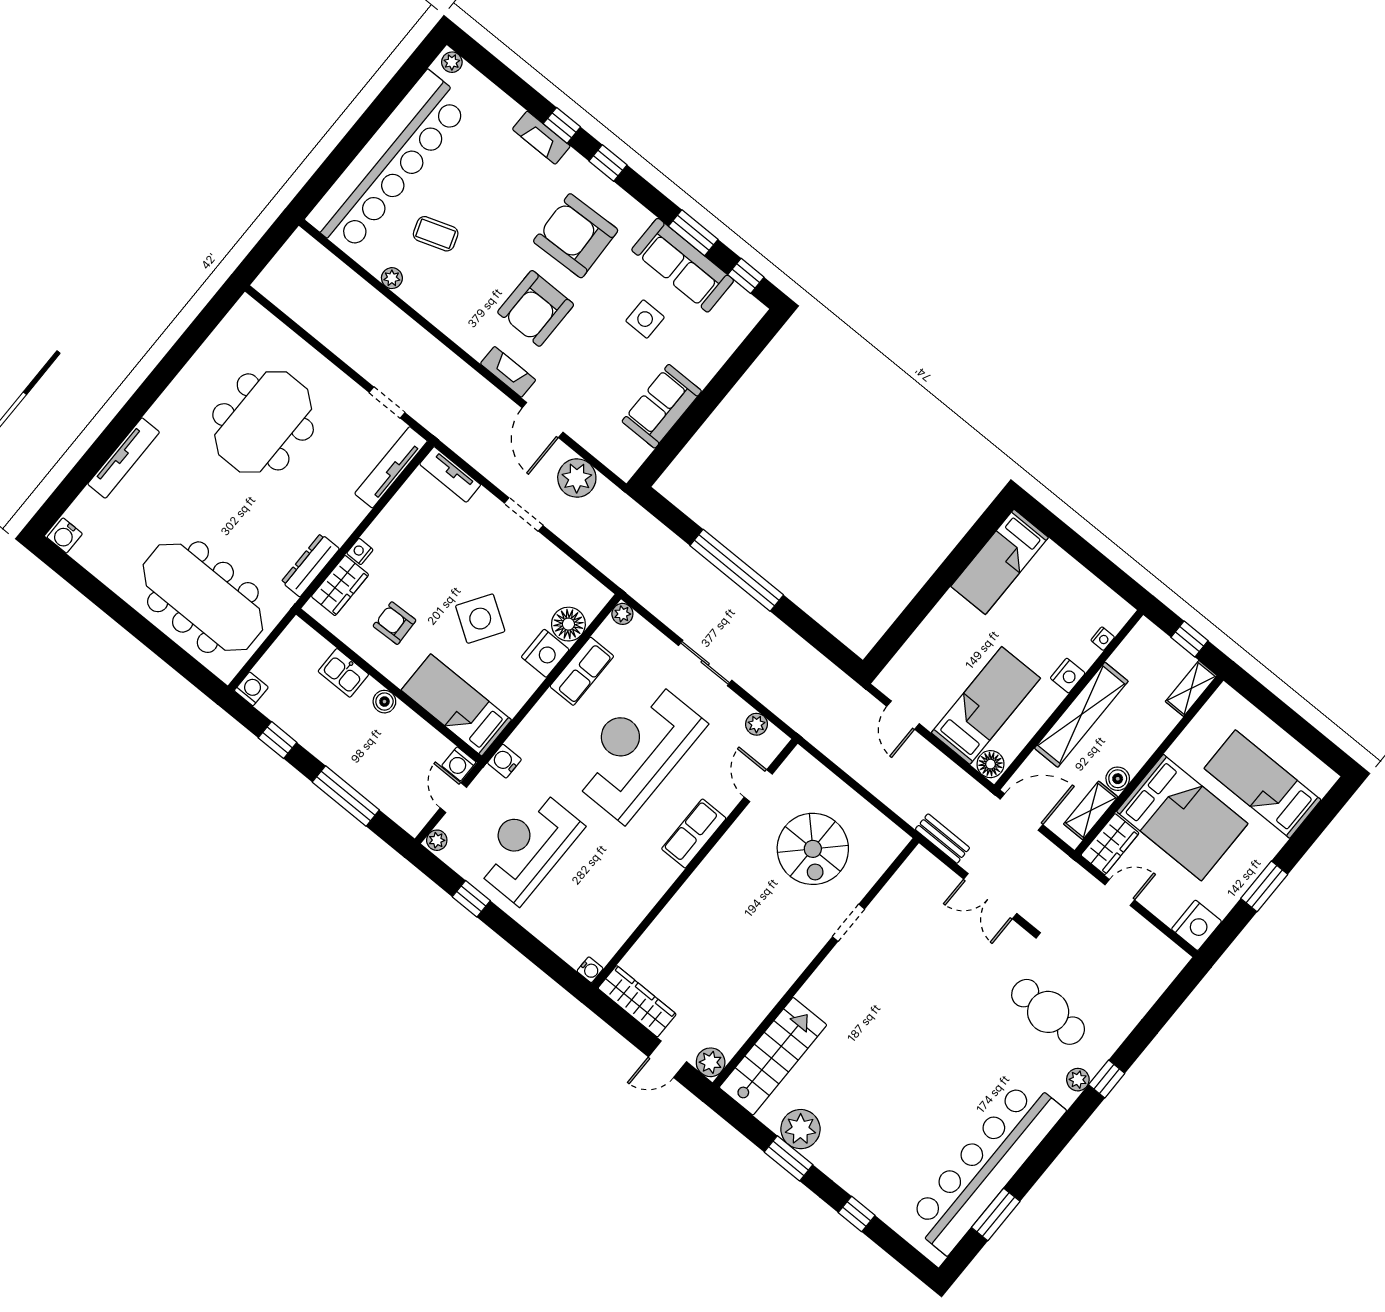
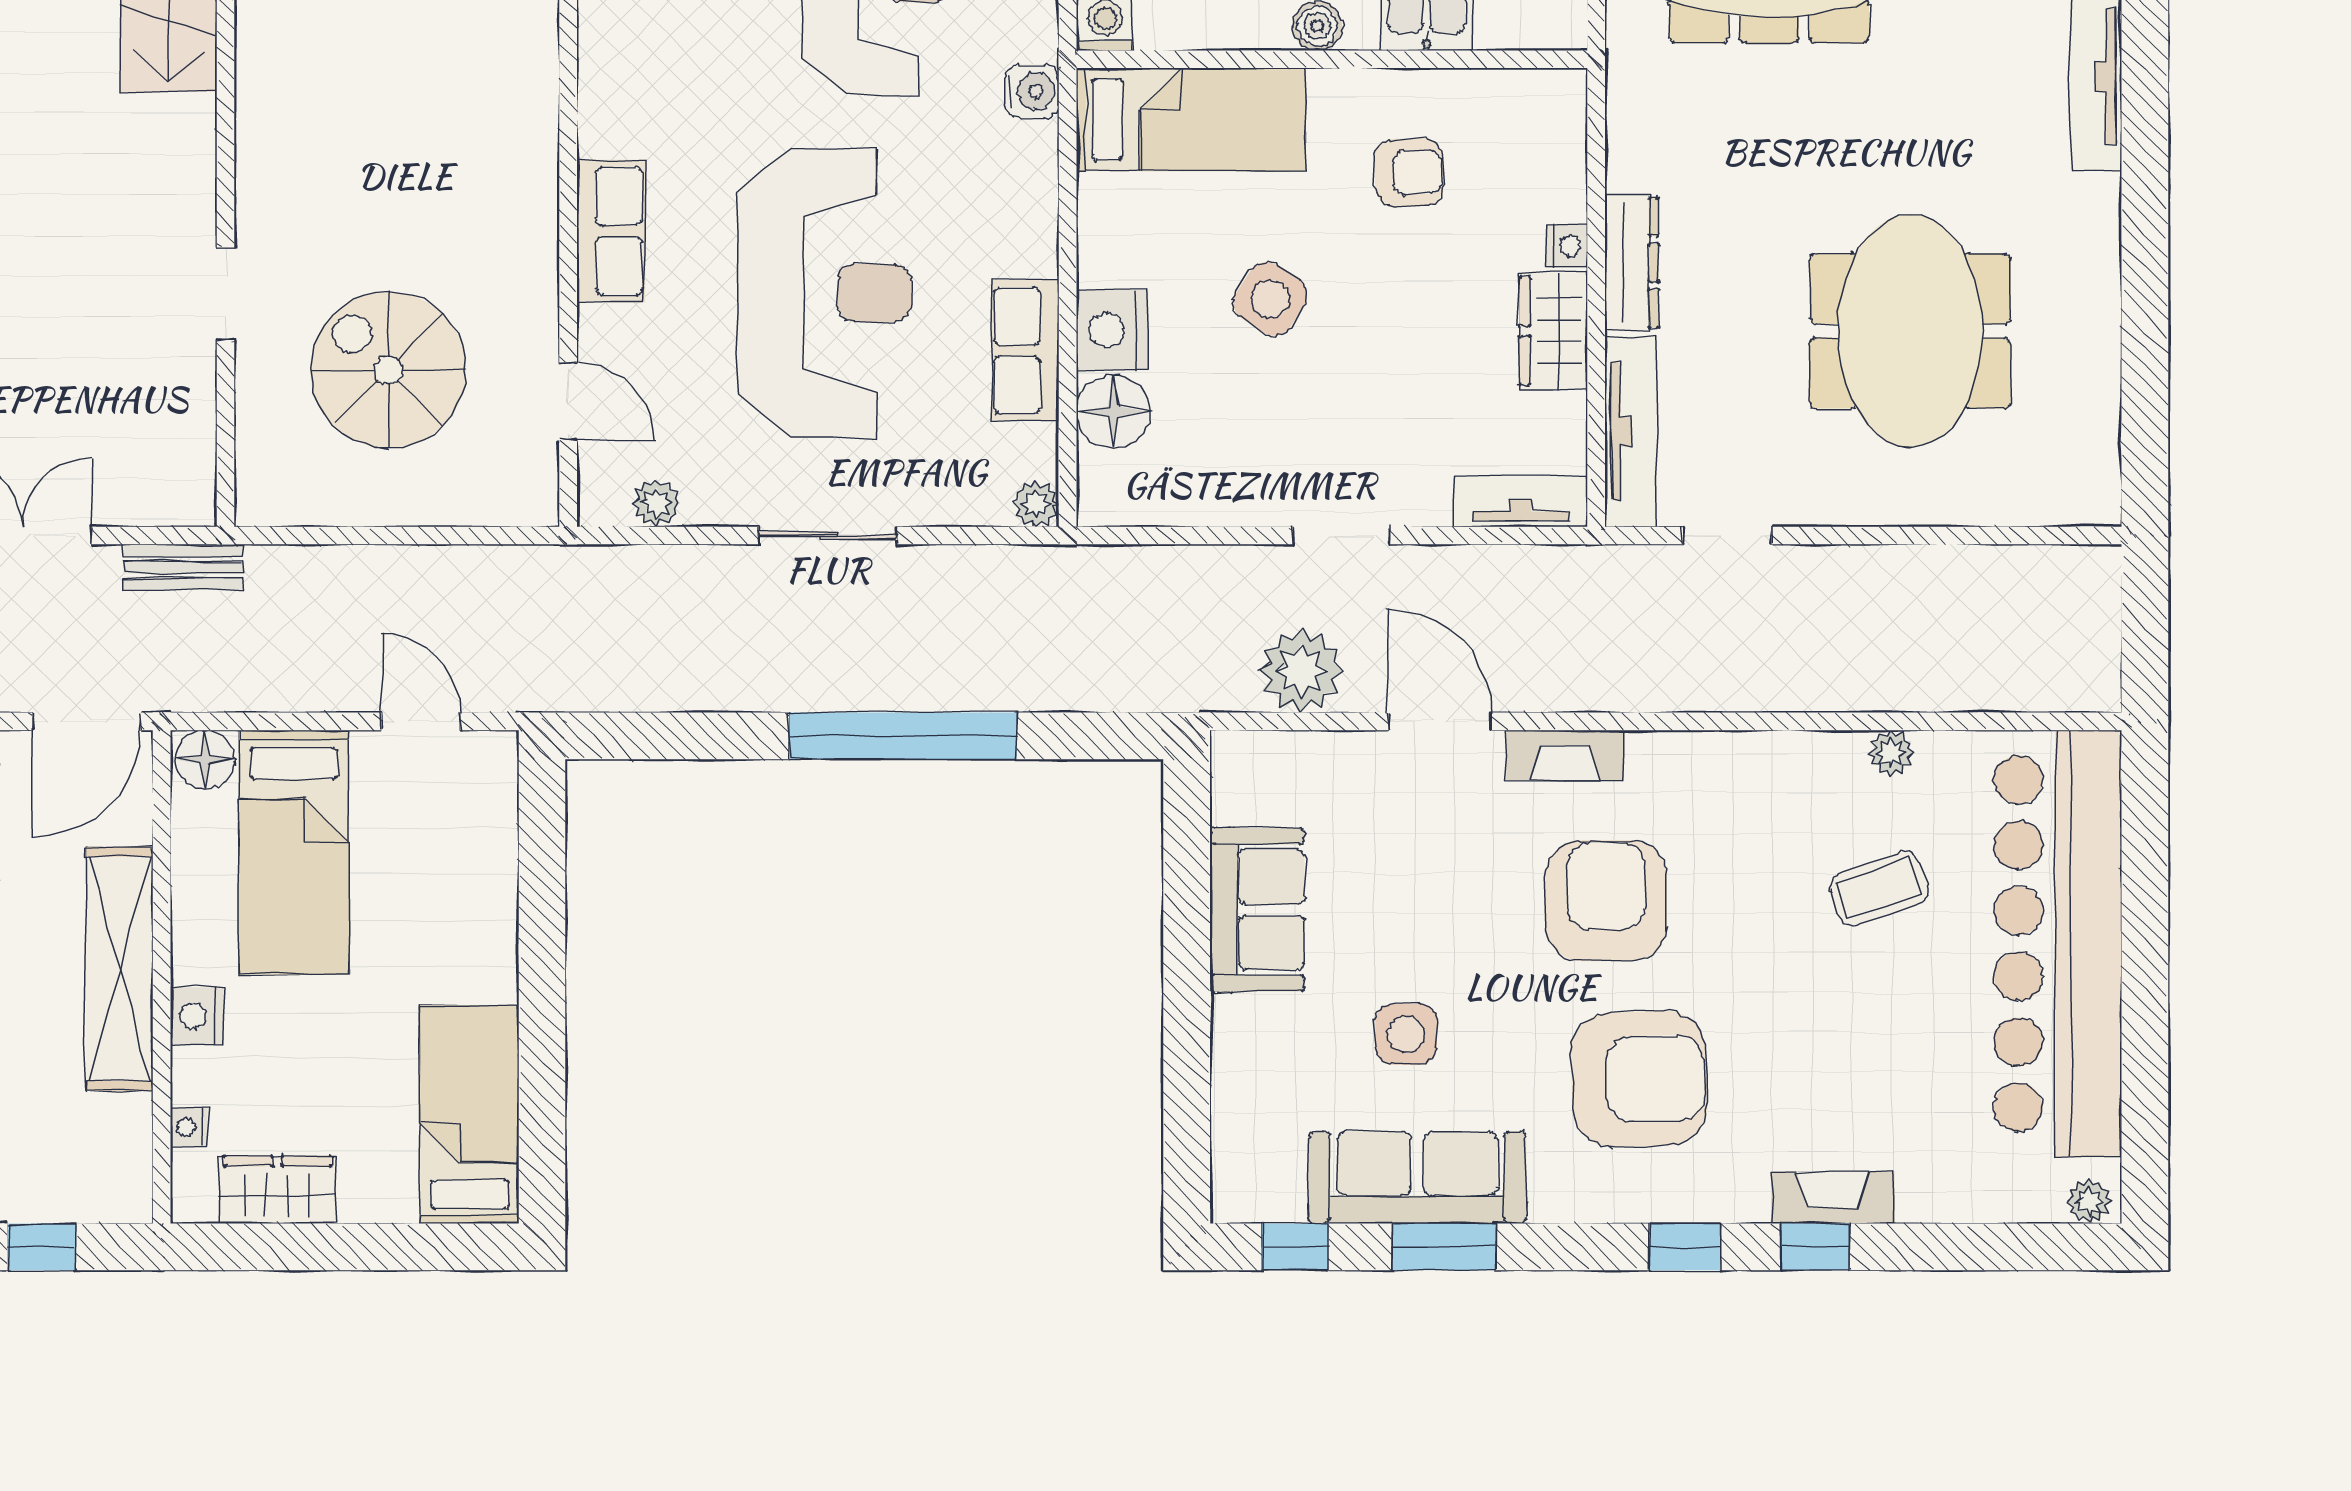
dresser: (310, 565) -> (1632, 263), moved
wardrobe: (340, 586) -> (1553, 331), moved
wardrobe: (1089, 591) -> (278, 1190), added
side table: (480, 619) -> (1270, 299), width x0.73, depth x0.73

